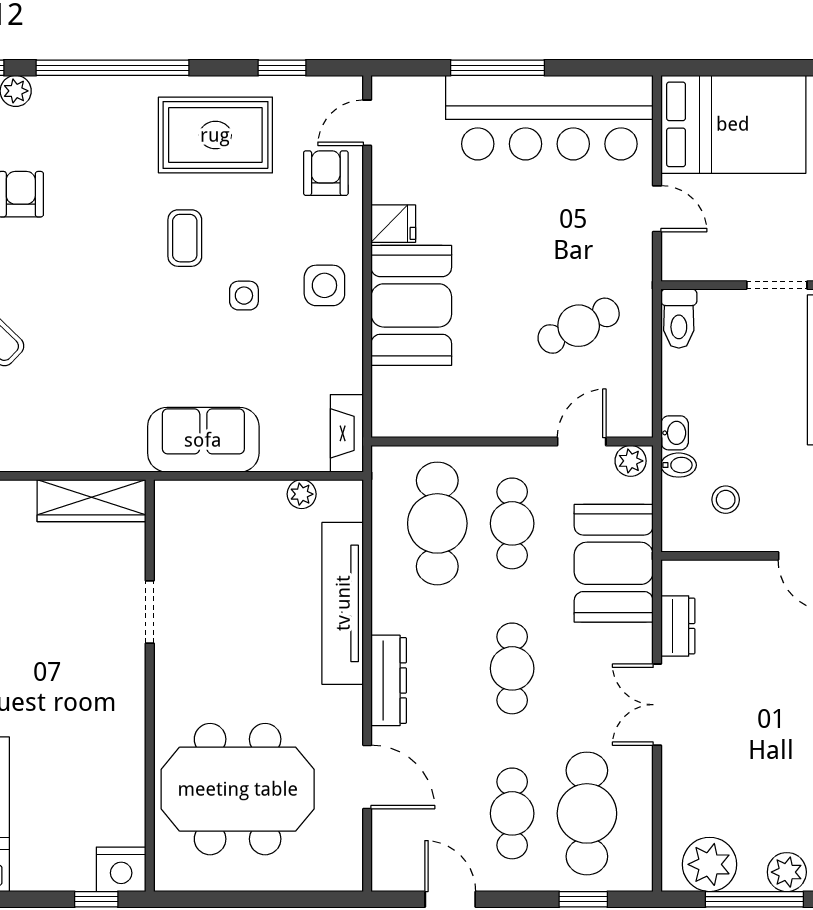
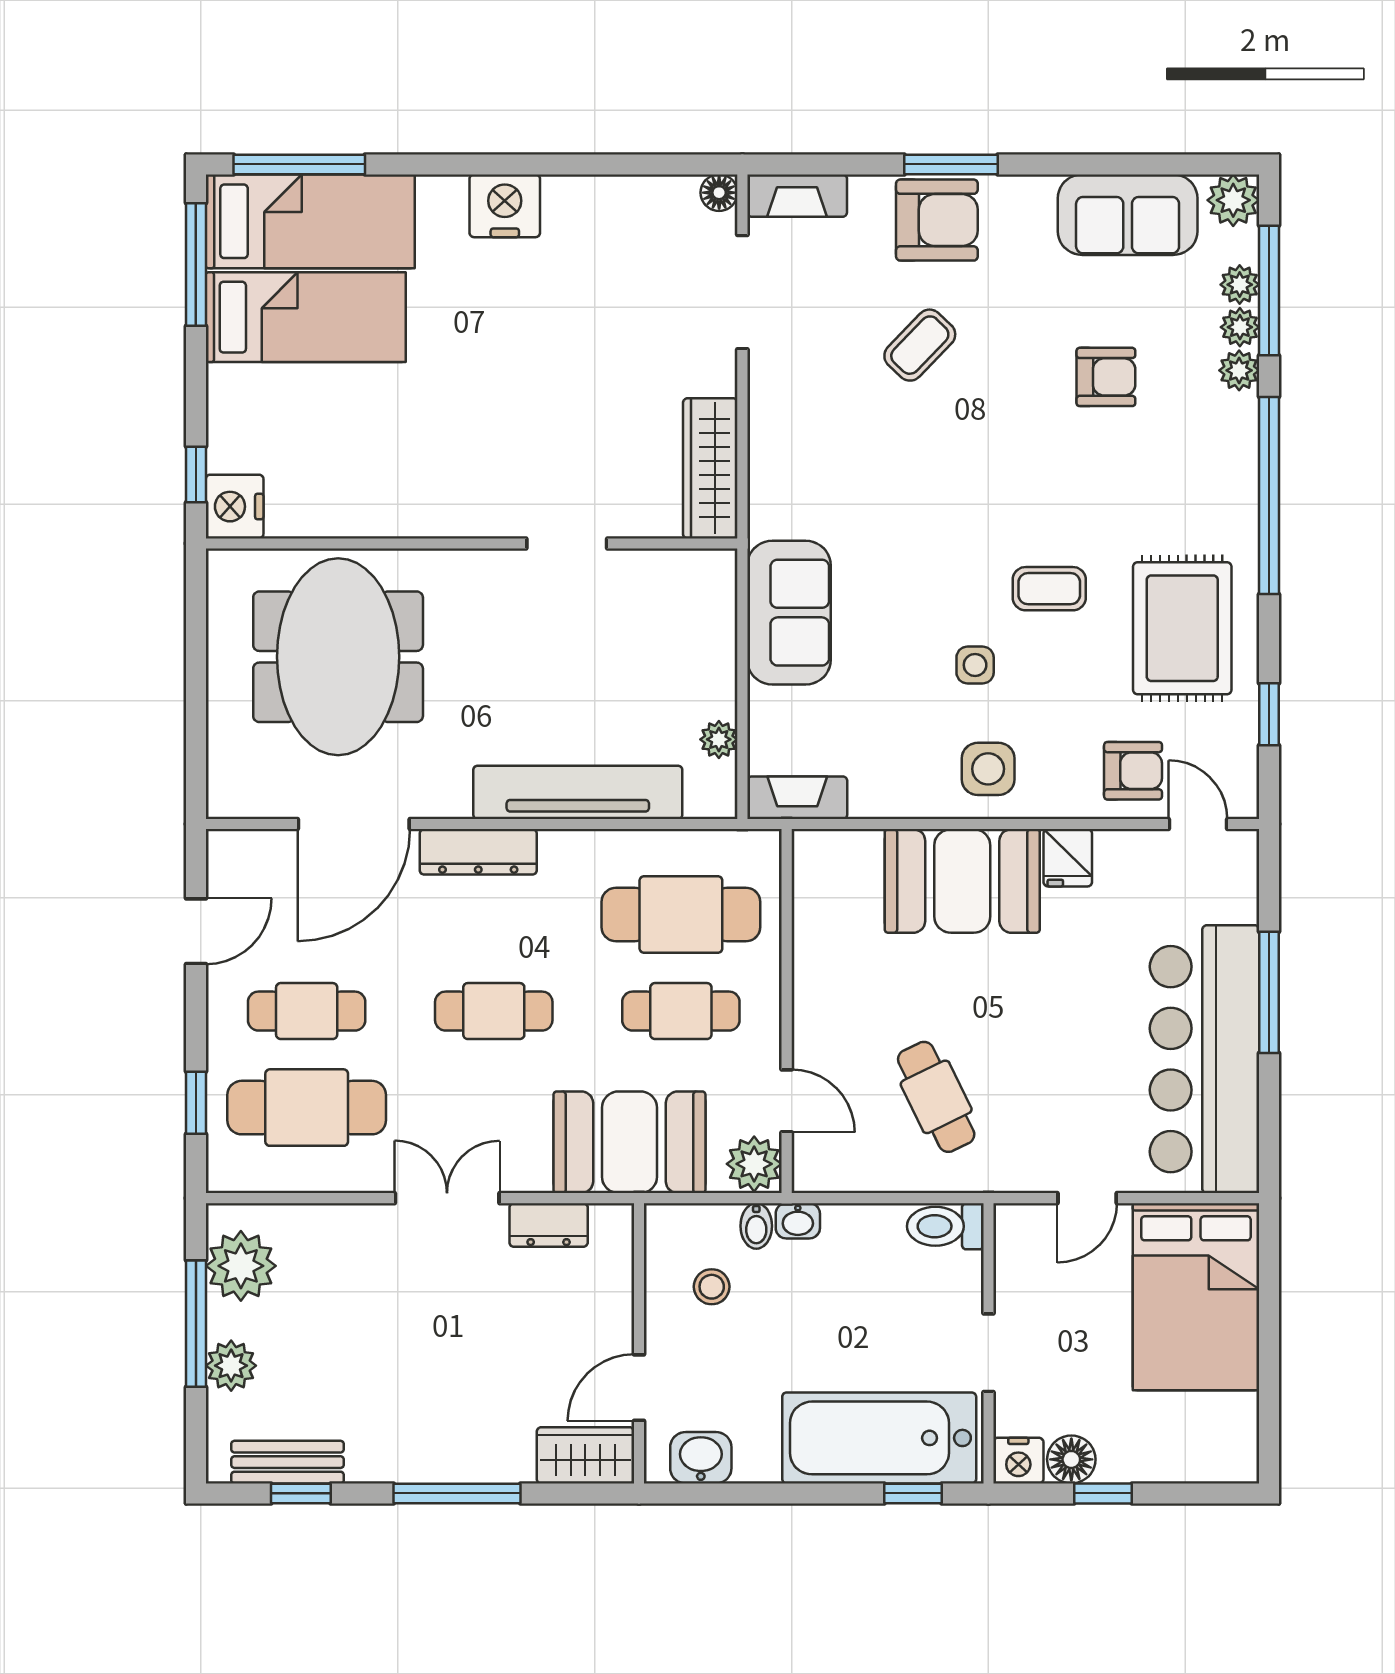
plant: (631, 461) -> (754, 1164), width x1.38, depth x1.38
door: (367, 777) -> (354, 824), width x1.36

